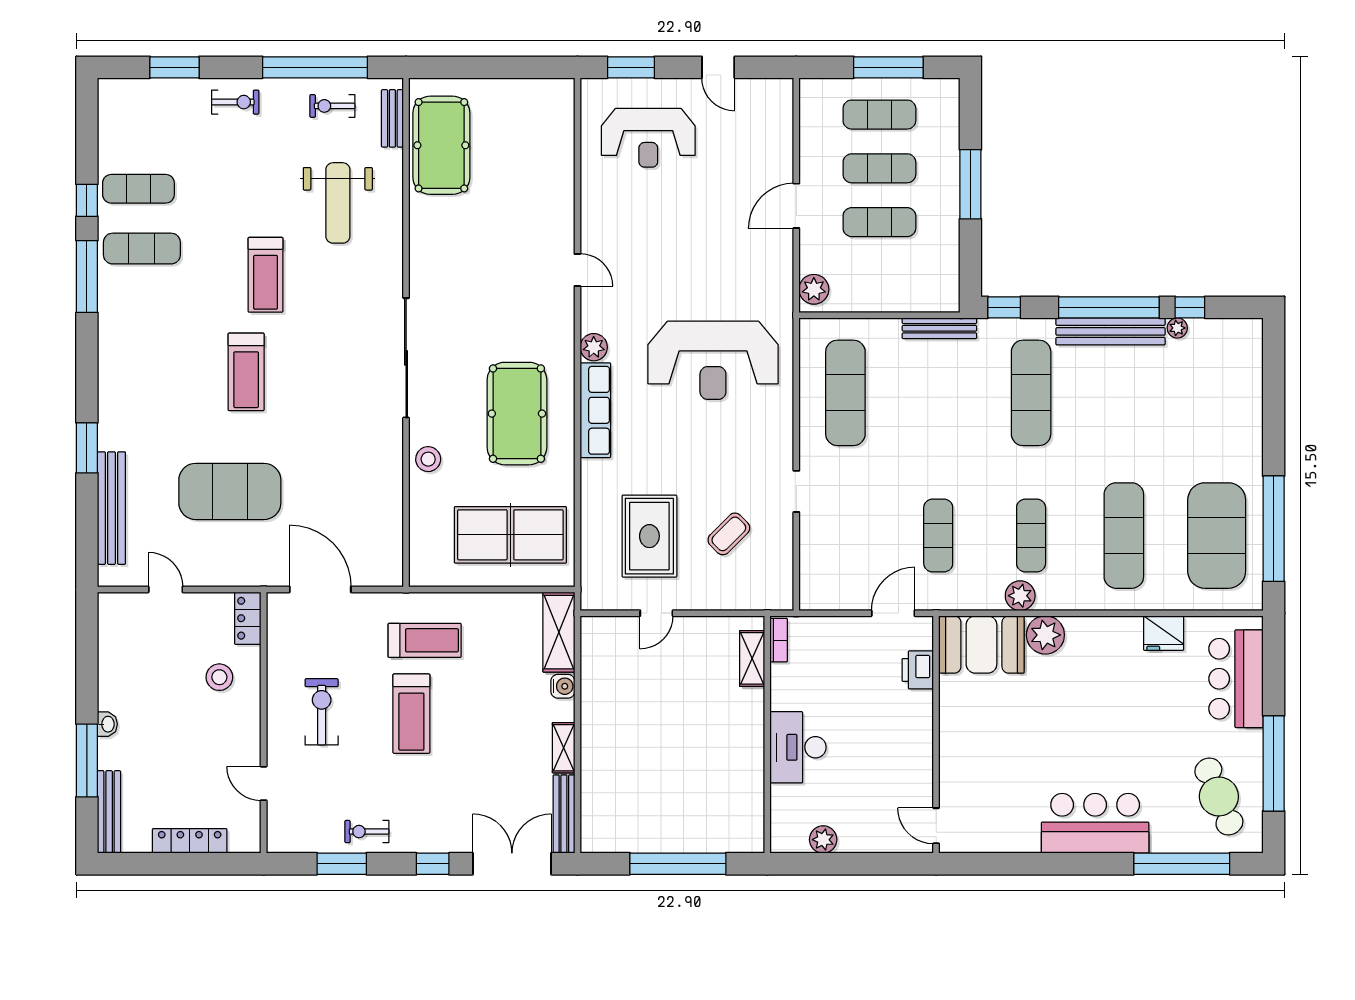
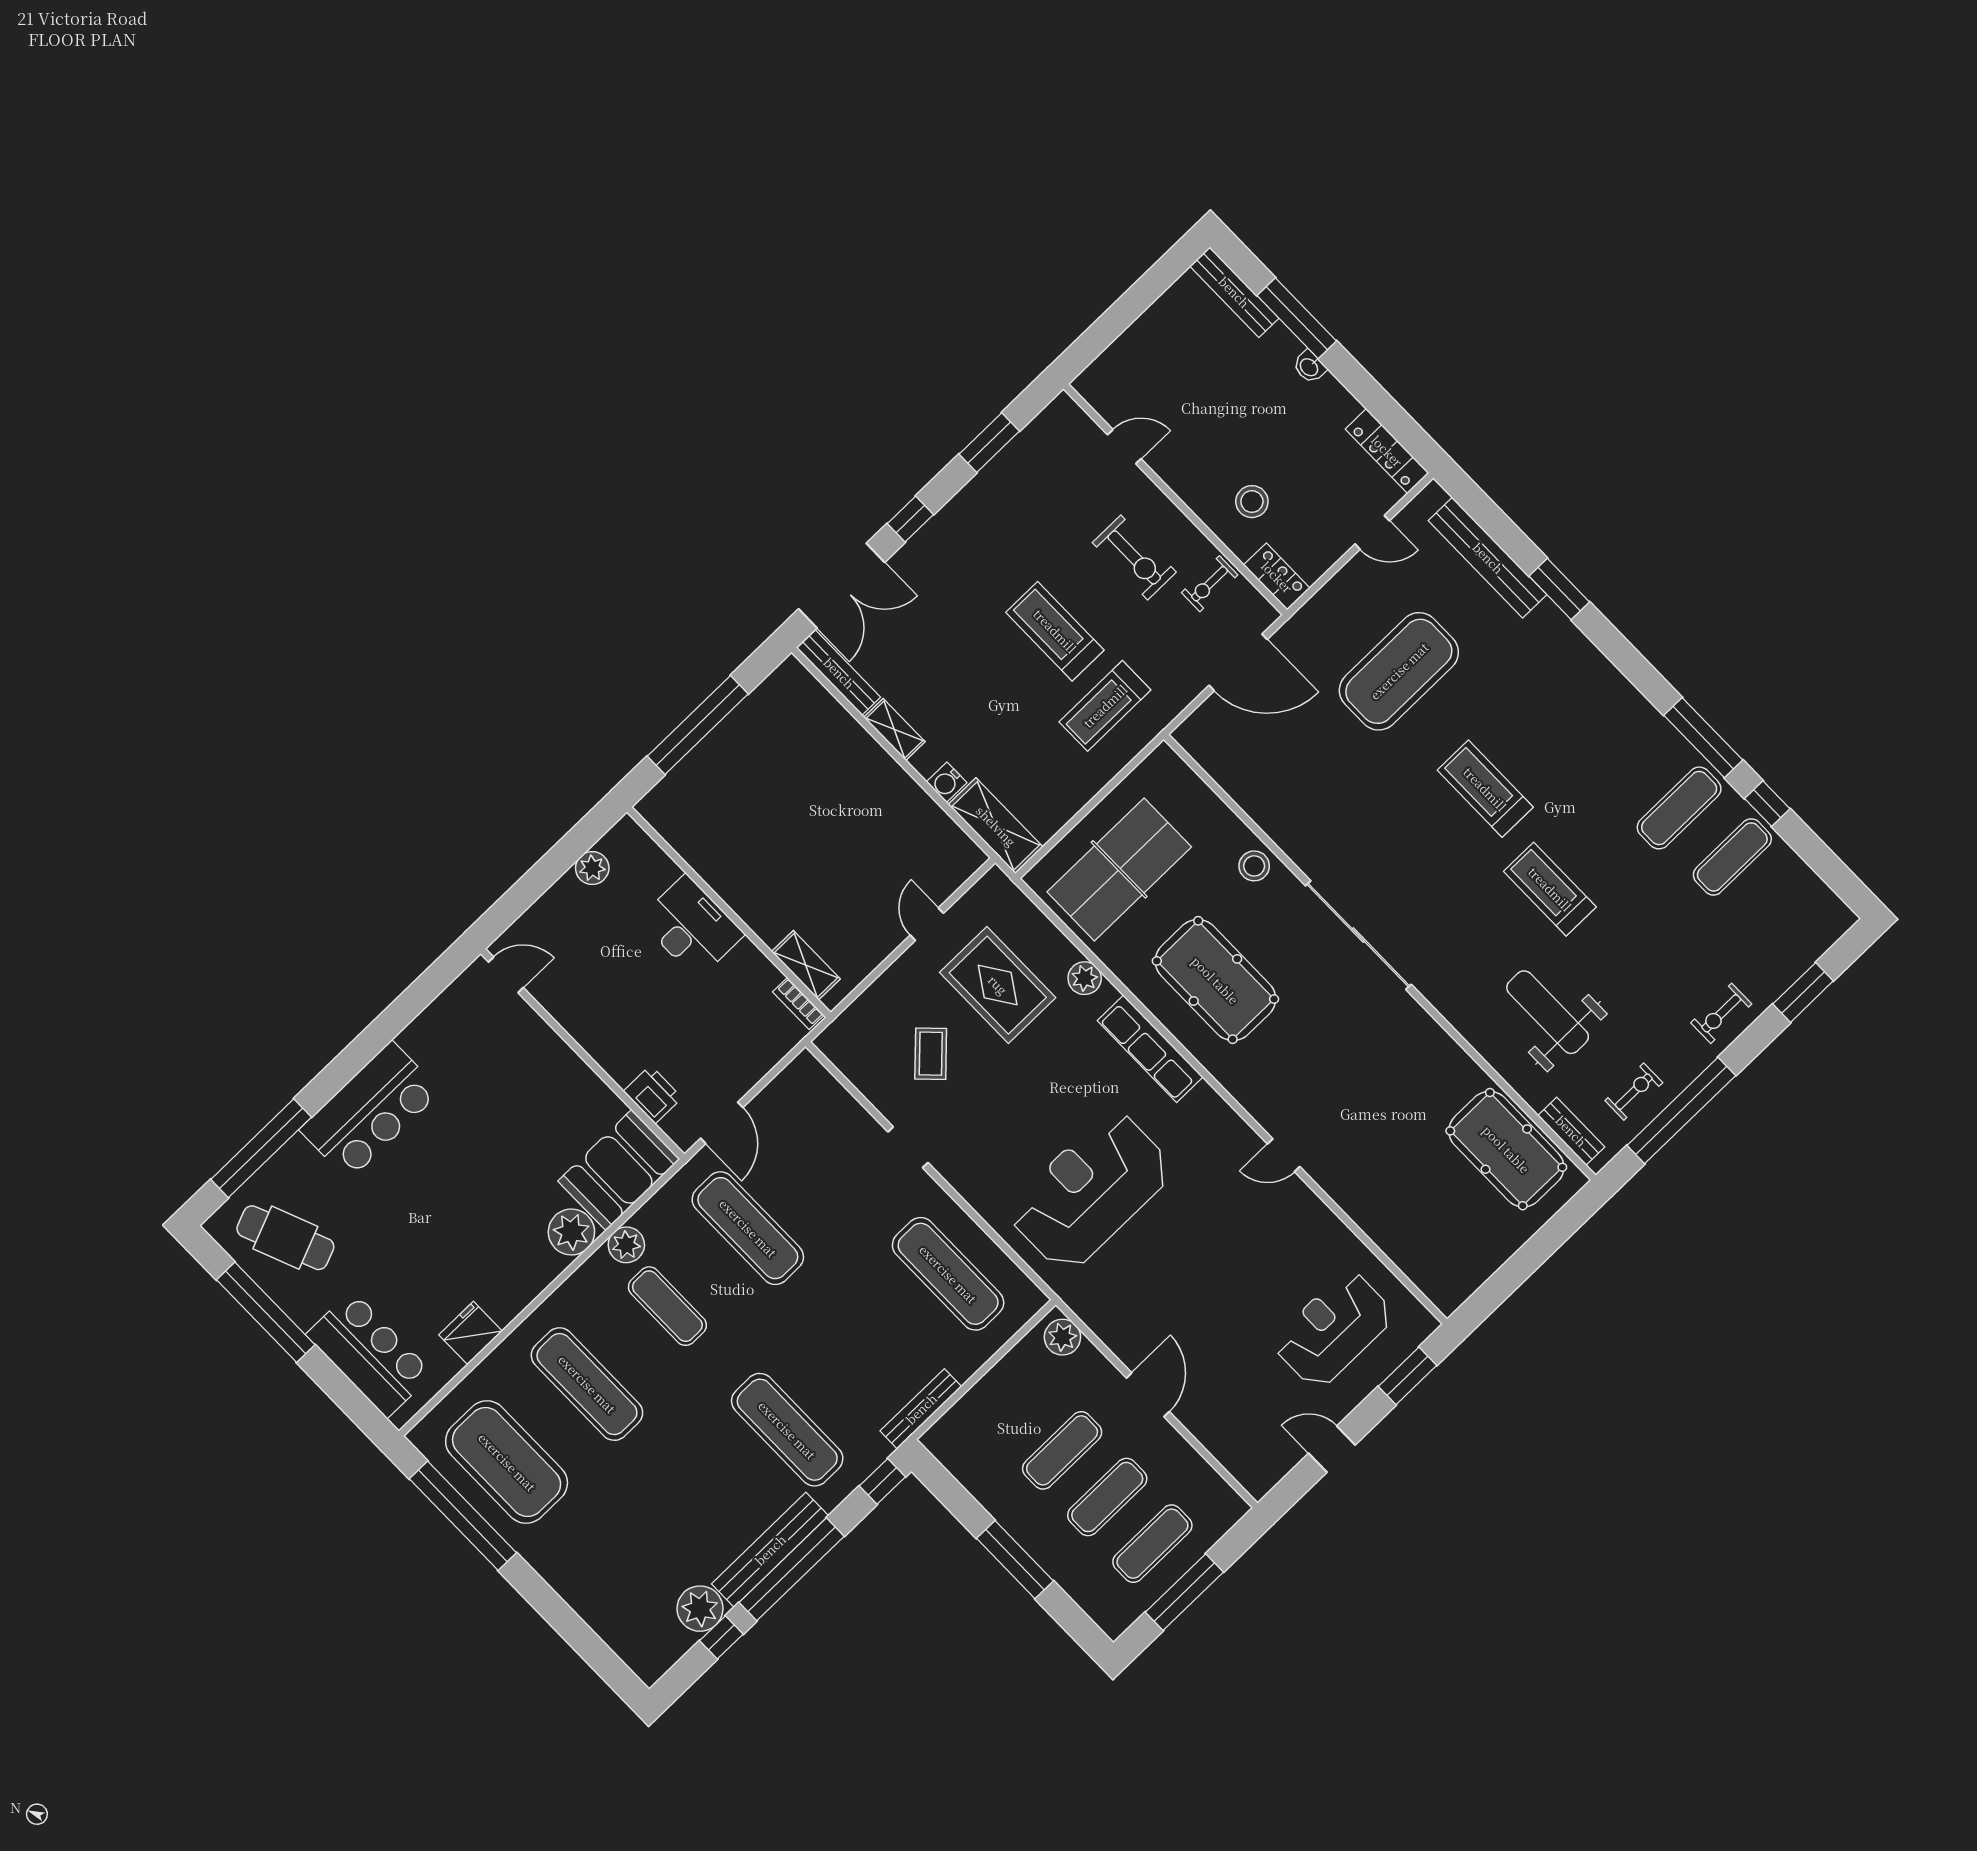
plant: (1177, 328) -> (700, 1609), width x1.88, depth x1.88
plant: (594, 347) -> (1085, 978), moved
exercise mat: (938, 536) -> (748, 1228), width x1.36, depth x1.45
exercise bike: (367, 832) -> (1210, 584), moved, turned 180
locker: (190, 841) -> (1387, 451), moved, turned 90

